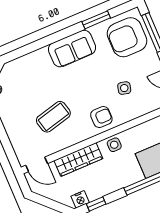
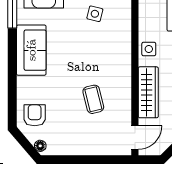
coffee table: (53, 117) -> (93, 99), width x0.73, depth x0.77
armchair: (101, 117) -> (35, 115), moved

